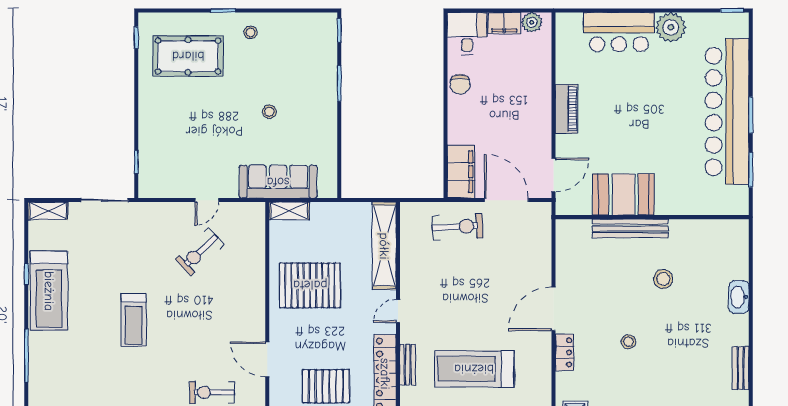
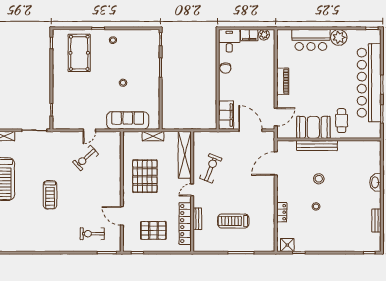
pool table: (188, 56) -> (79, 53), turned 90
cafe table: (676, 182) -> (342, 121), added
shelving: (289, 211) -> (153, 136), moved
exercise bike: (457, 227) -> (211, 168), moved, turned -65
stool: (663, 279) -> (319, 179), moved
pallet: (310, 285) -> (145, 176), turned 90
door: (553, 309) -> (276, 164), moved
treadmill: (474, 369) -> (233, 221), width x0.73, depth x0.73

